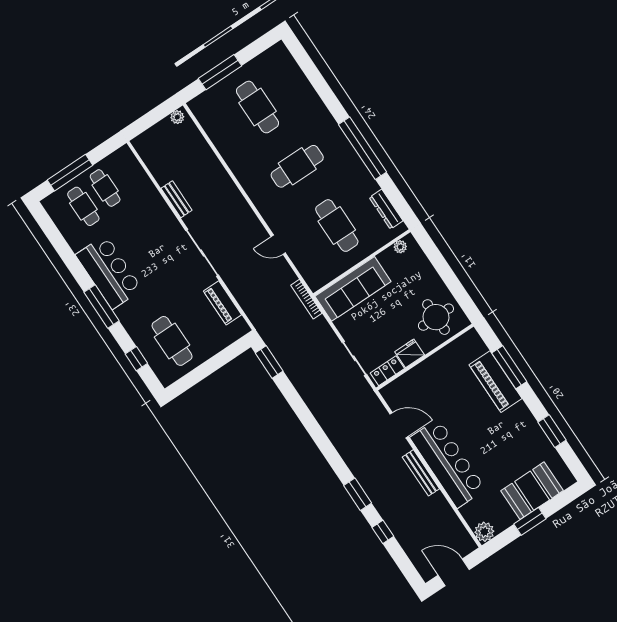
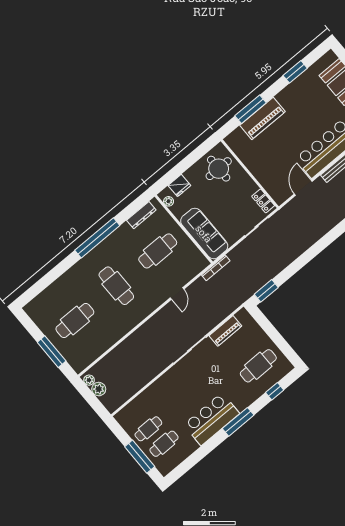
plant: (164, 129) -> (99, 389), added
bench: (177, 199) -> (151, 374), removed
fridge: (410, 353) -> (179, 185), moved, turned -90

